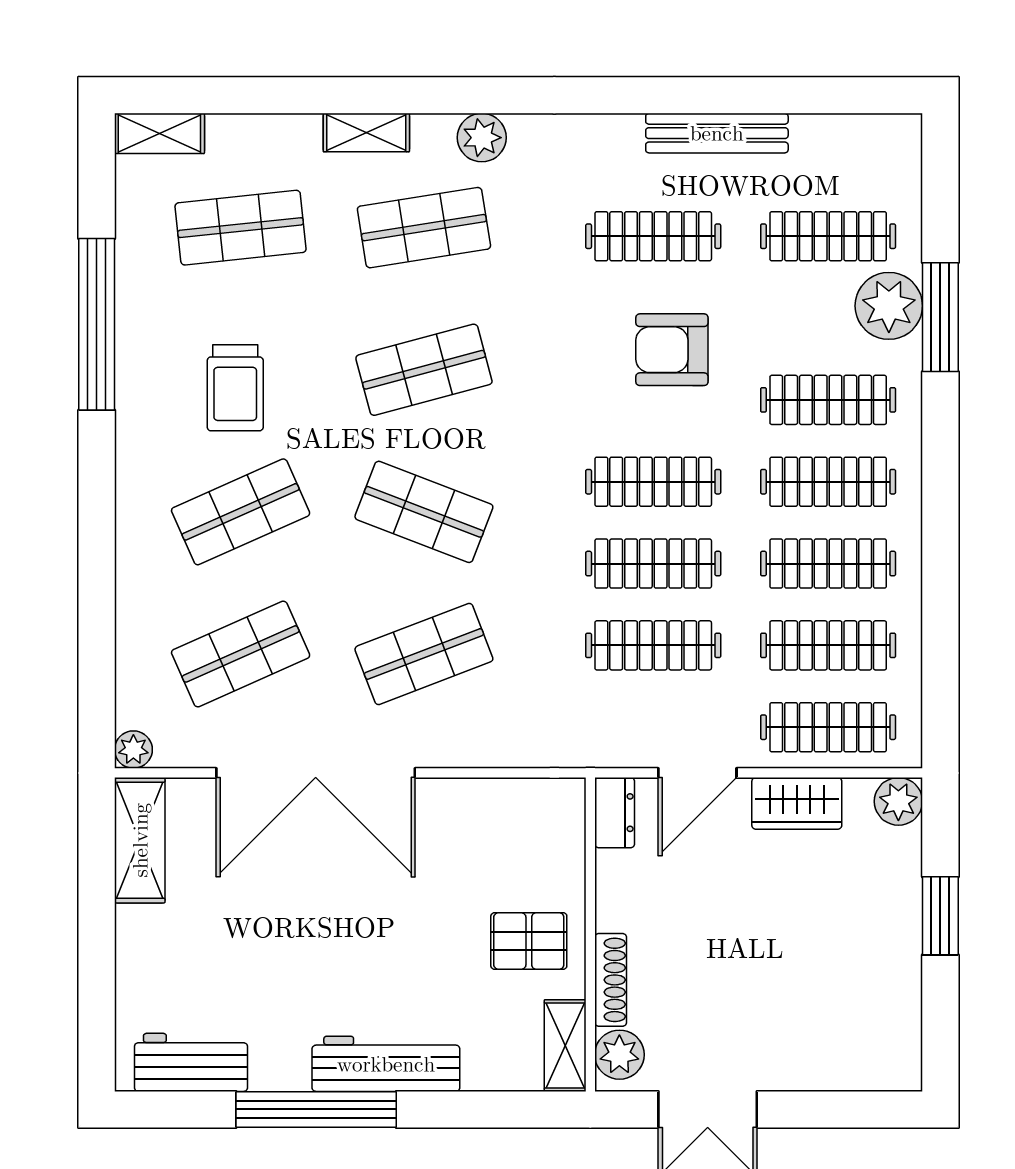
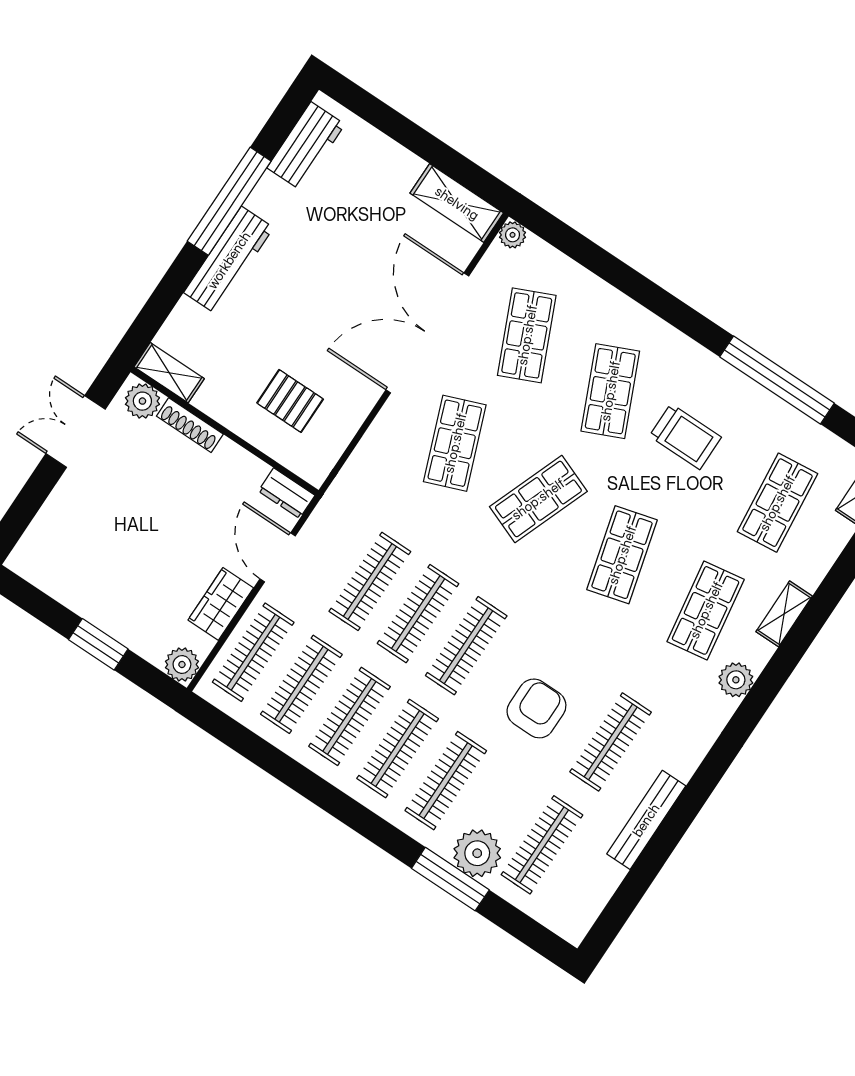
trolley: (235, 388) -> (685, 437), turned 180
pallet: (529, 941) -> (290, 401), moved, turned 90

